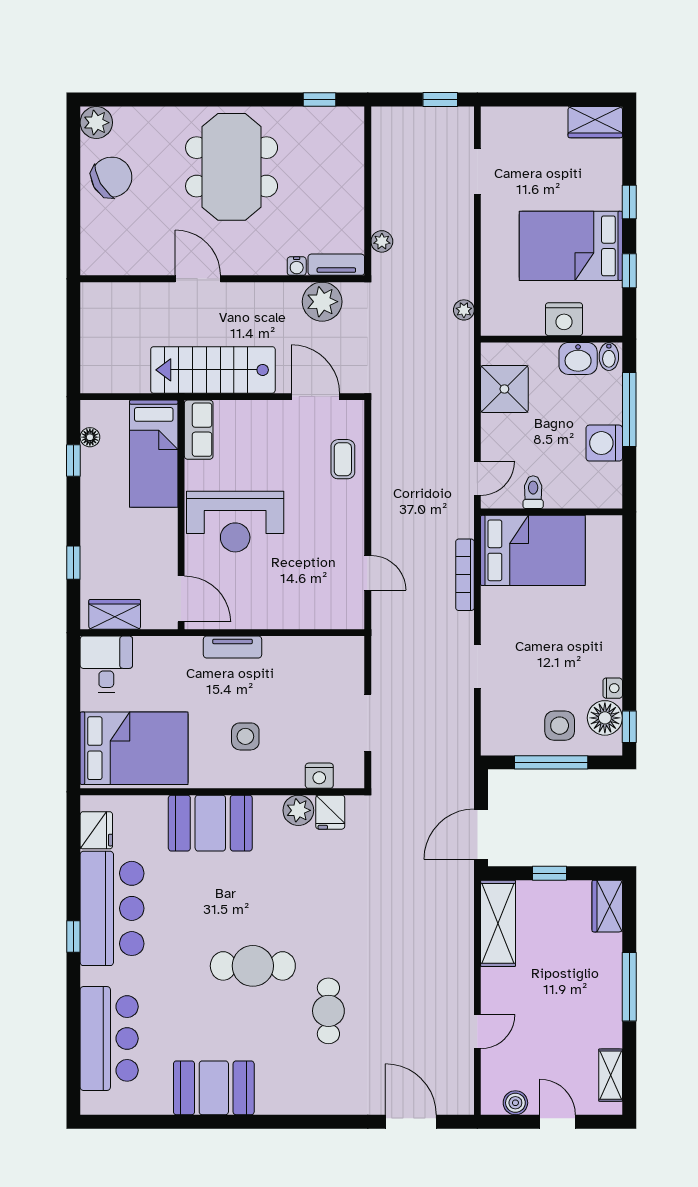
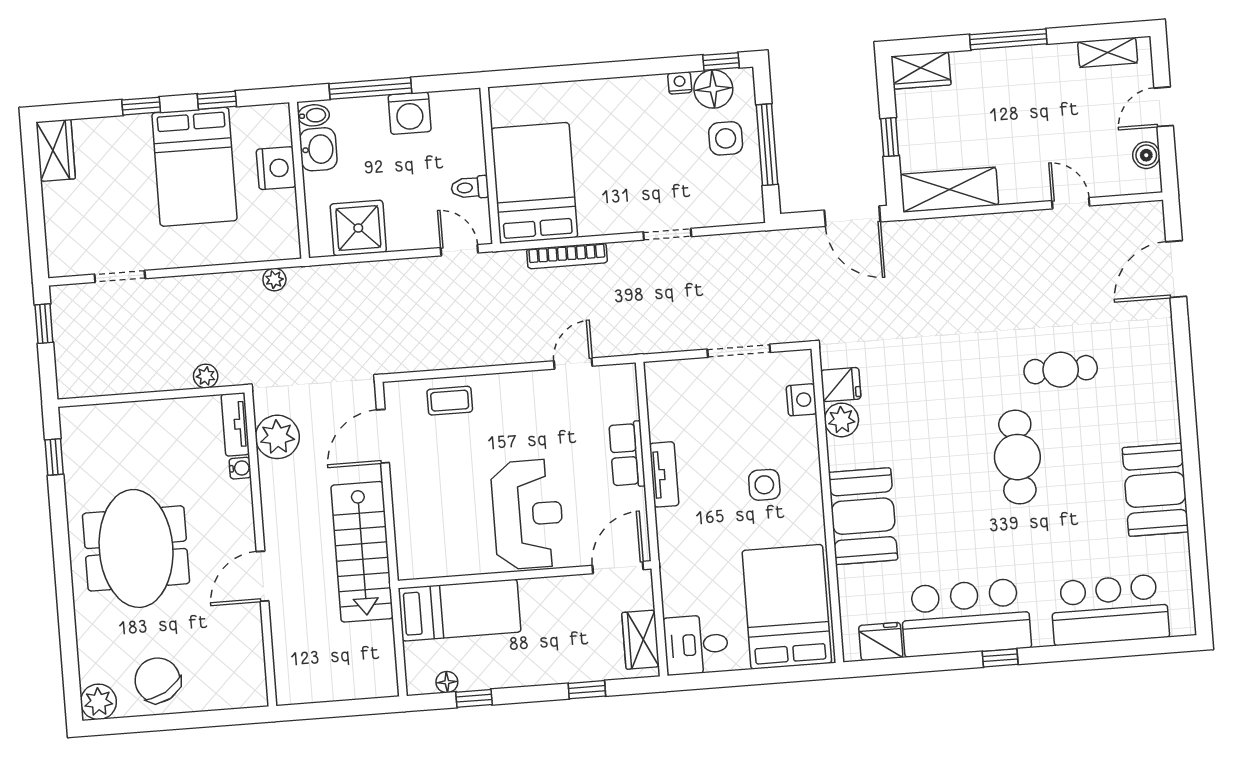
meeting table: (232, 167) -> (136, 548), turned 90
row of seats: (199, 430) -> (627, 454), moved, turned -90
tv unit: (233, 647) -> (664, 474), moved

